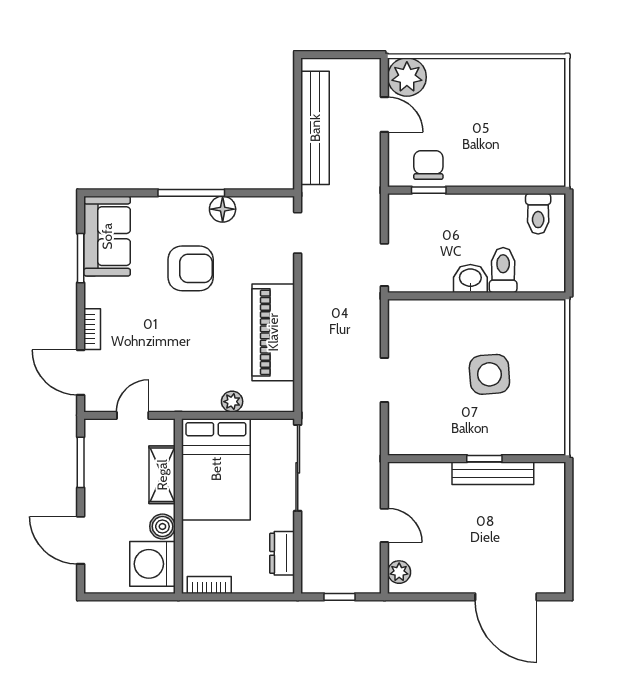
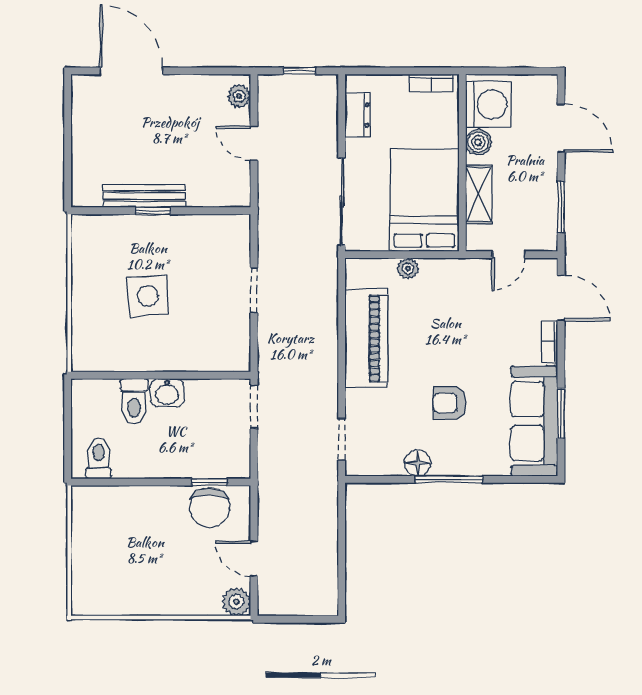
plant: (407, 77) -> (236, 602), width x0.73, depth x0.73
bench: (315, 128) -> (324, 545), removed
chair: (428, 165) -> (210, 508), width x1.37, depth x1.37
sofa: (107, 236) -> (534, 421), width x1.36
armchair: (191, 268) -> (450, 403), width x0.72, depth x0.72

